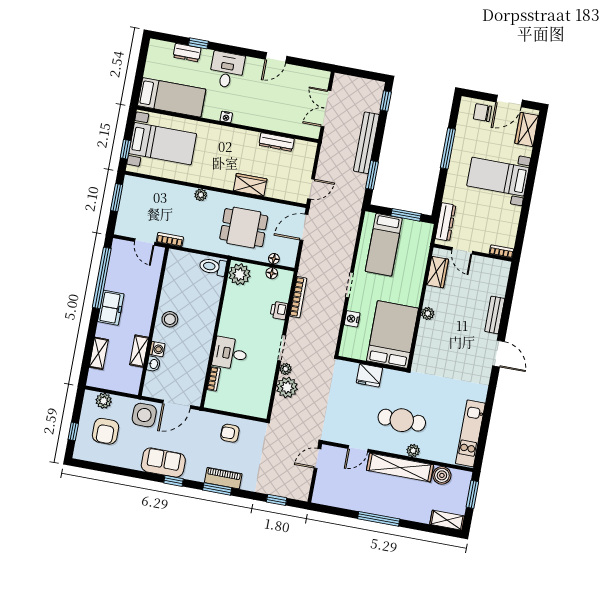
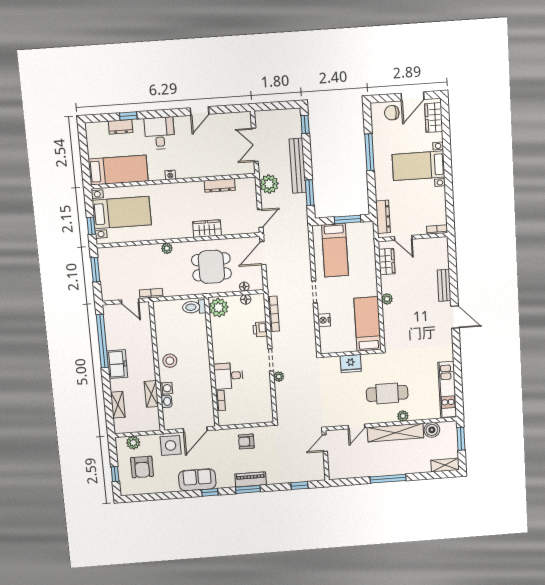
bed: (392, 334) -> (368, 324), width x0.67
plant: (287, 387) -> (269, 184), moved

